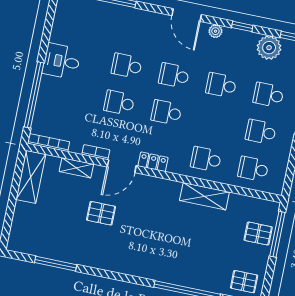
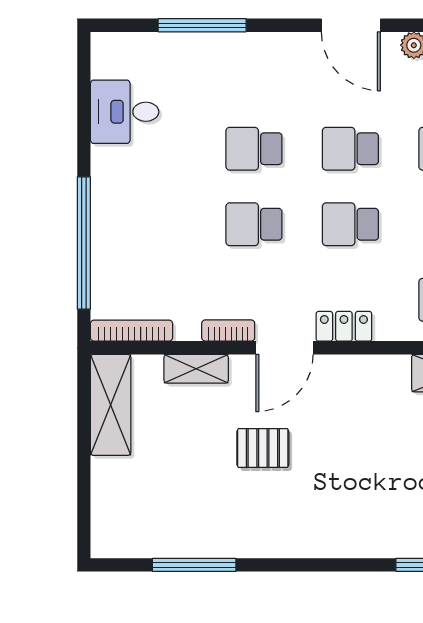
desk: (62, 61) -> (125, 112), moved

